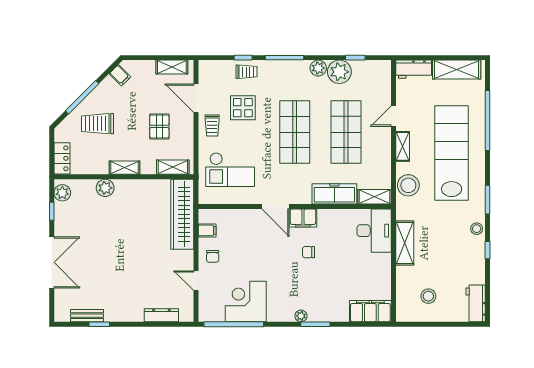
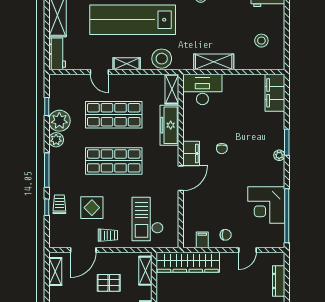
checkout: (230, 170) -> (148, 219), turned 180

